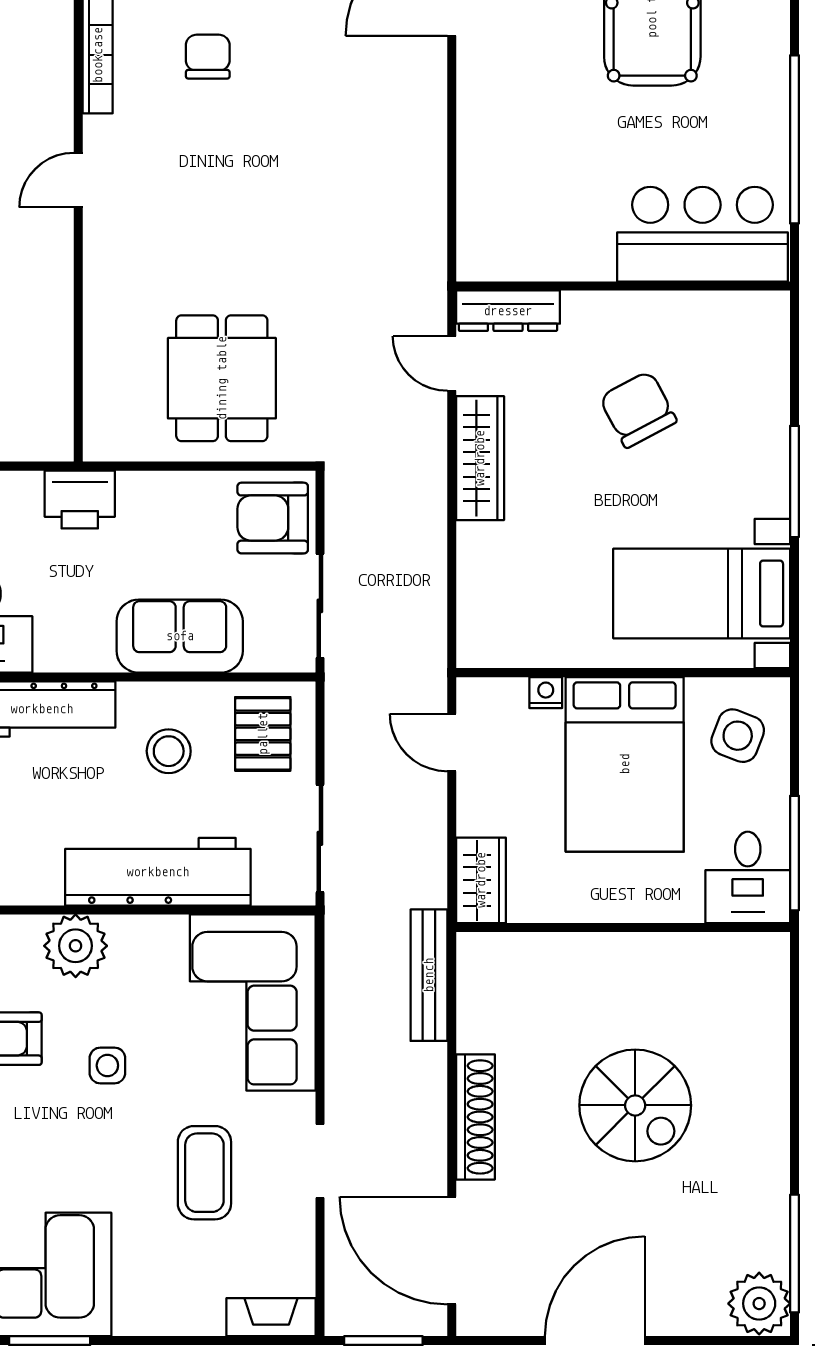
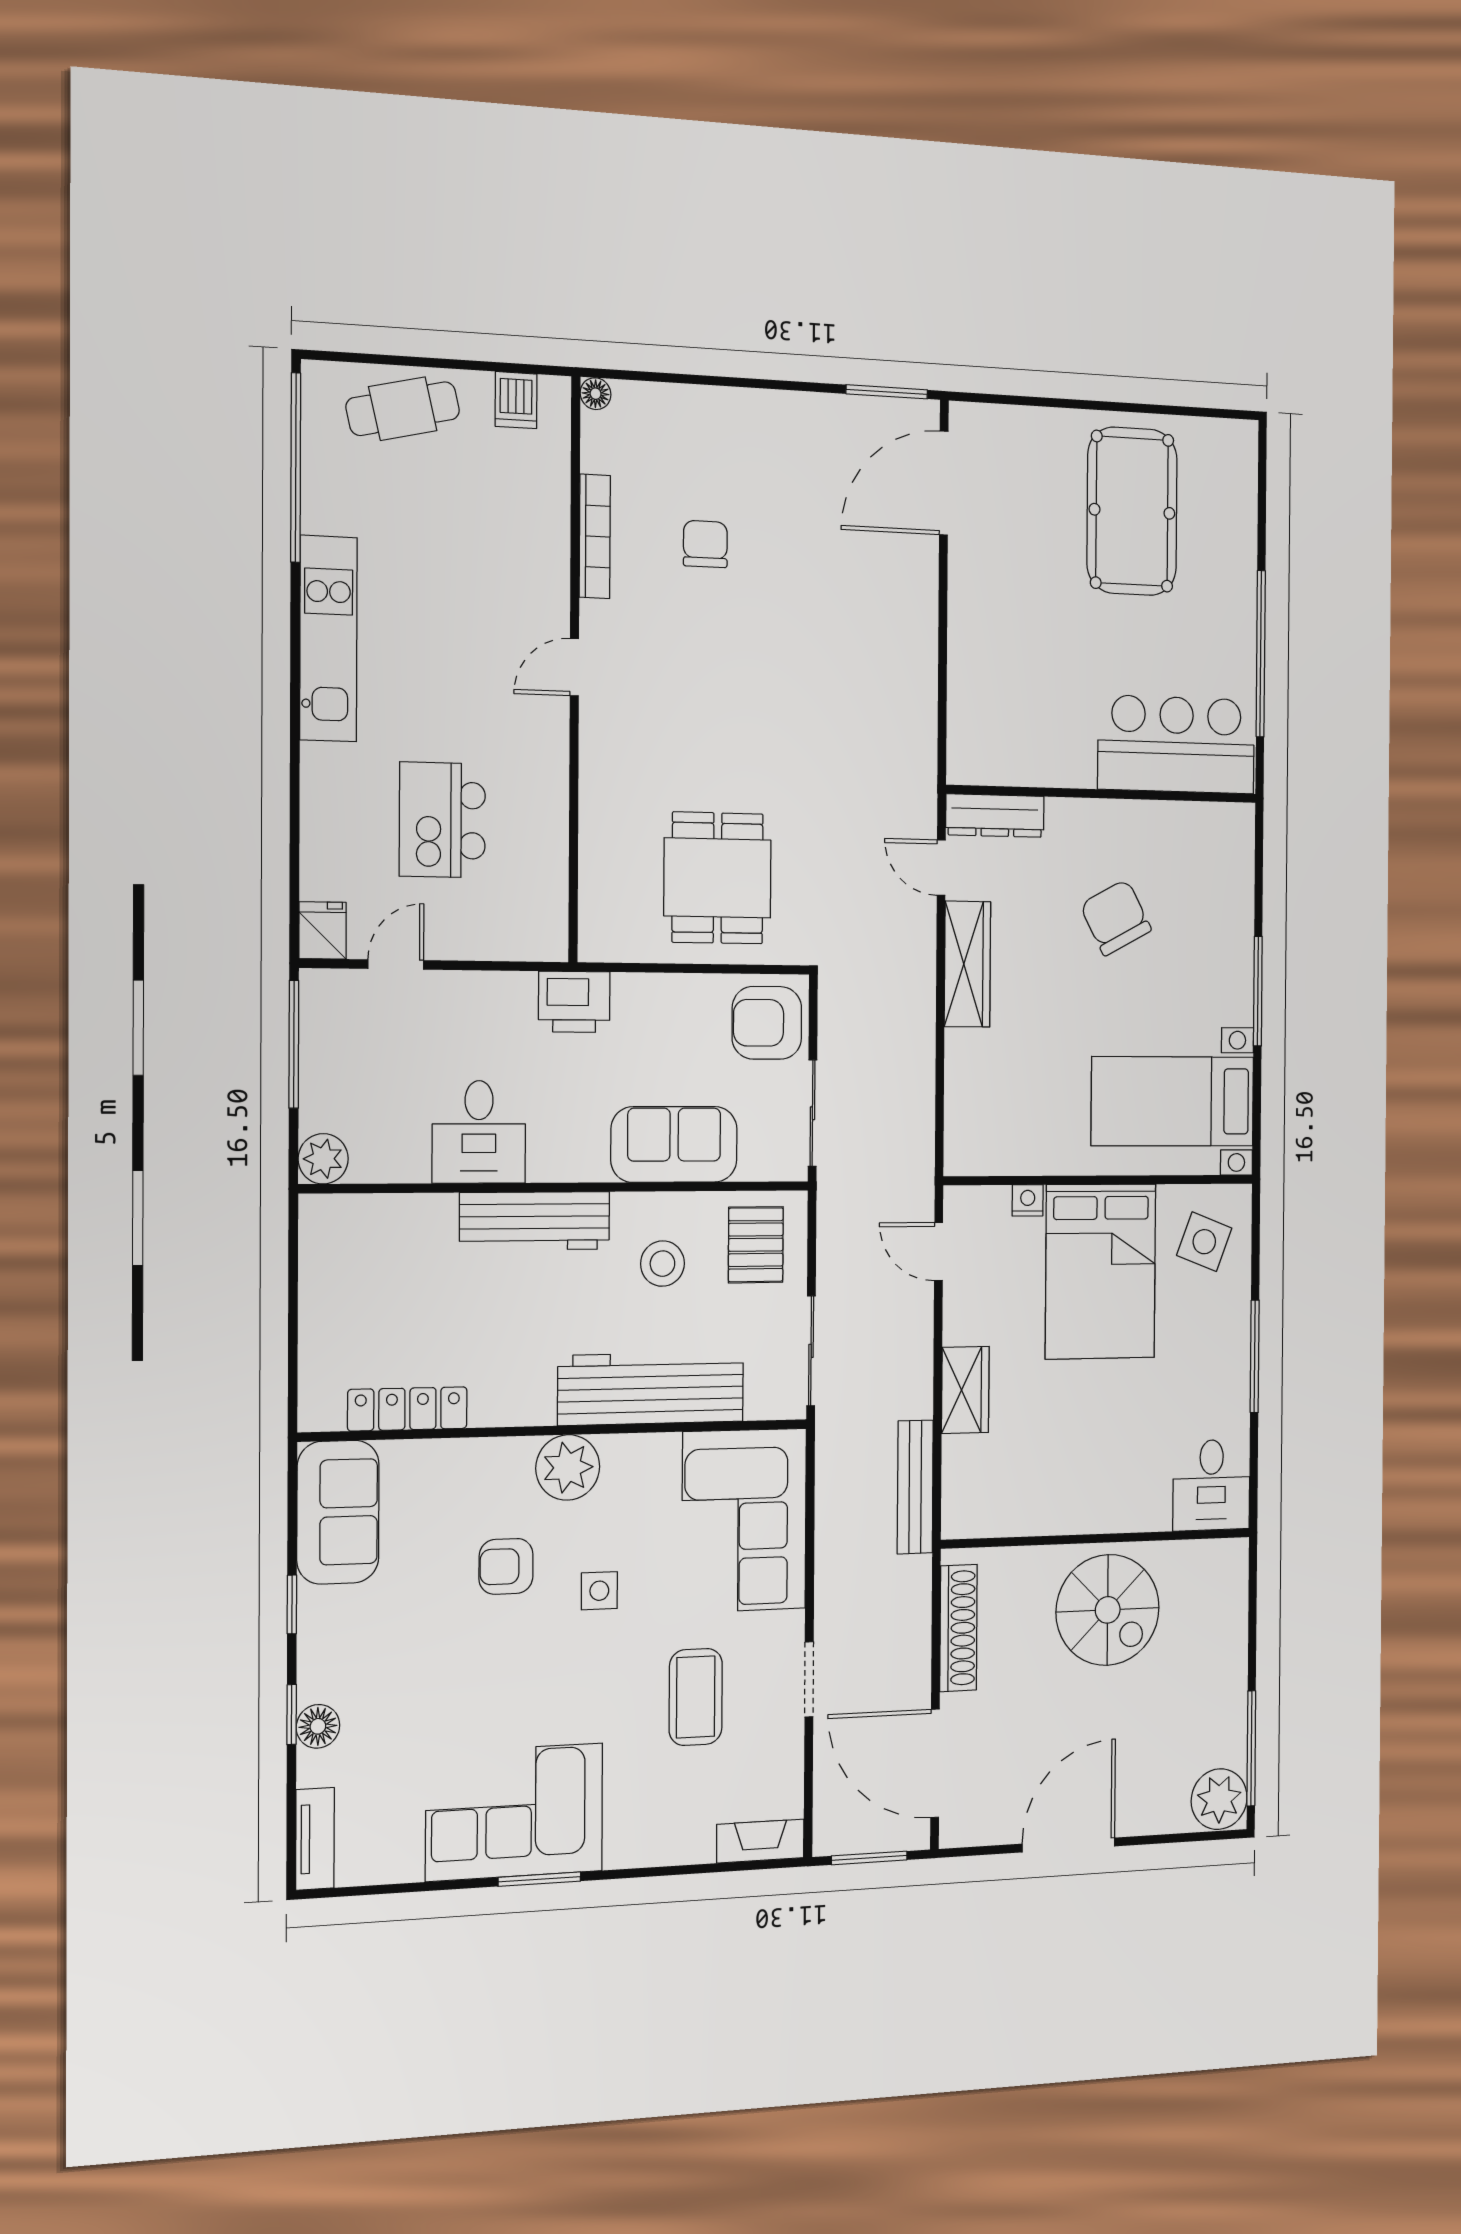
desk: (748, 877) -> (1211, 1485), moved
wall: (623, 927) -> (1097, 1538), moved

